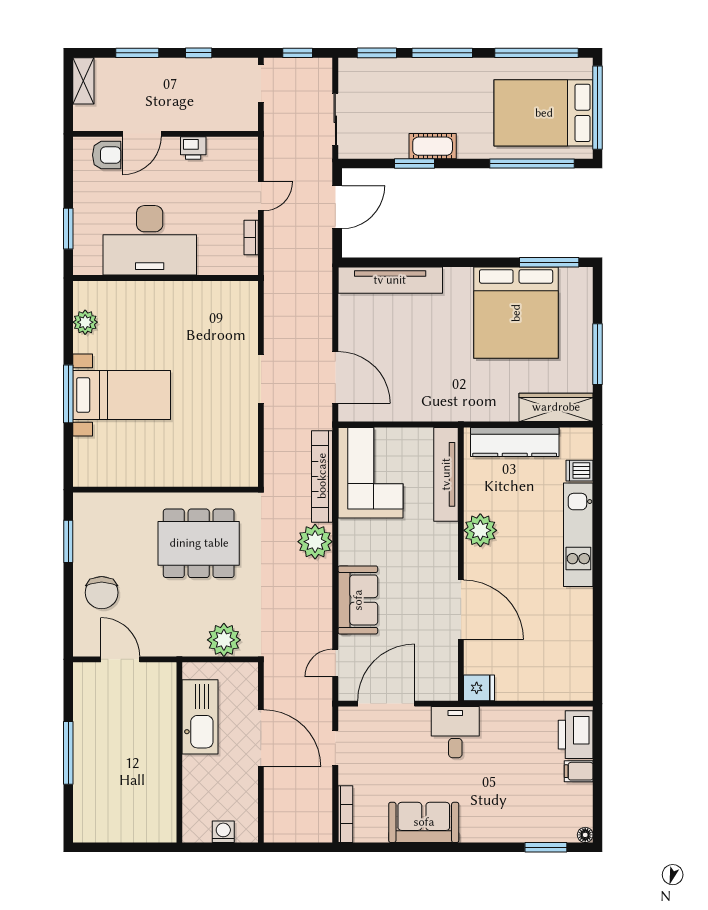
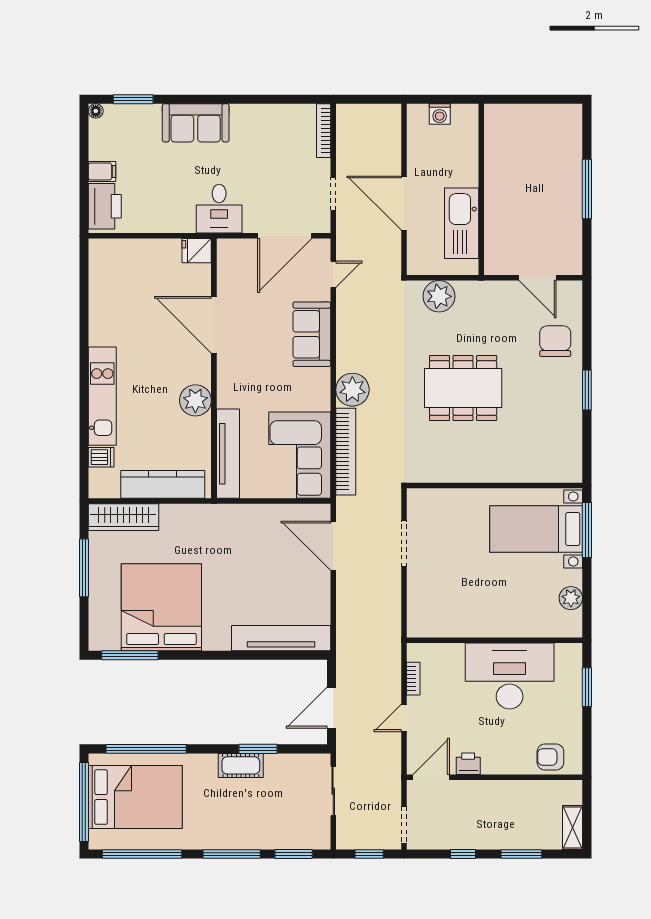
door: (142, 134) -> (431, 777), moved
wall: (165, 490) -> (495, 485), moved
sofa: (424, 822) -> (196, 123), moved

